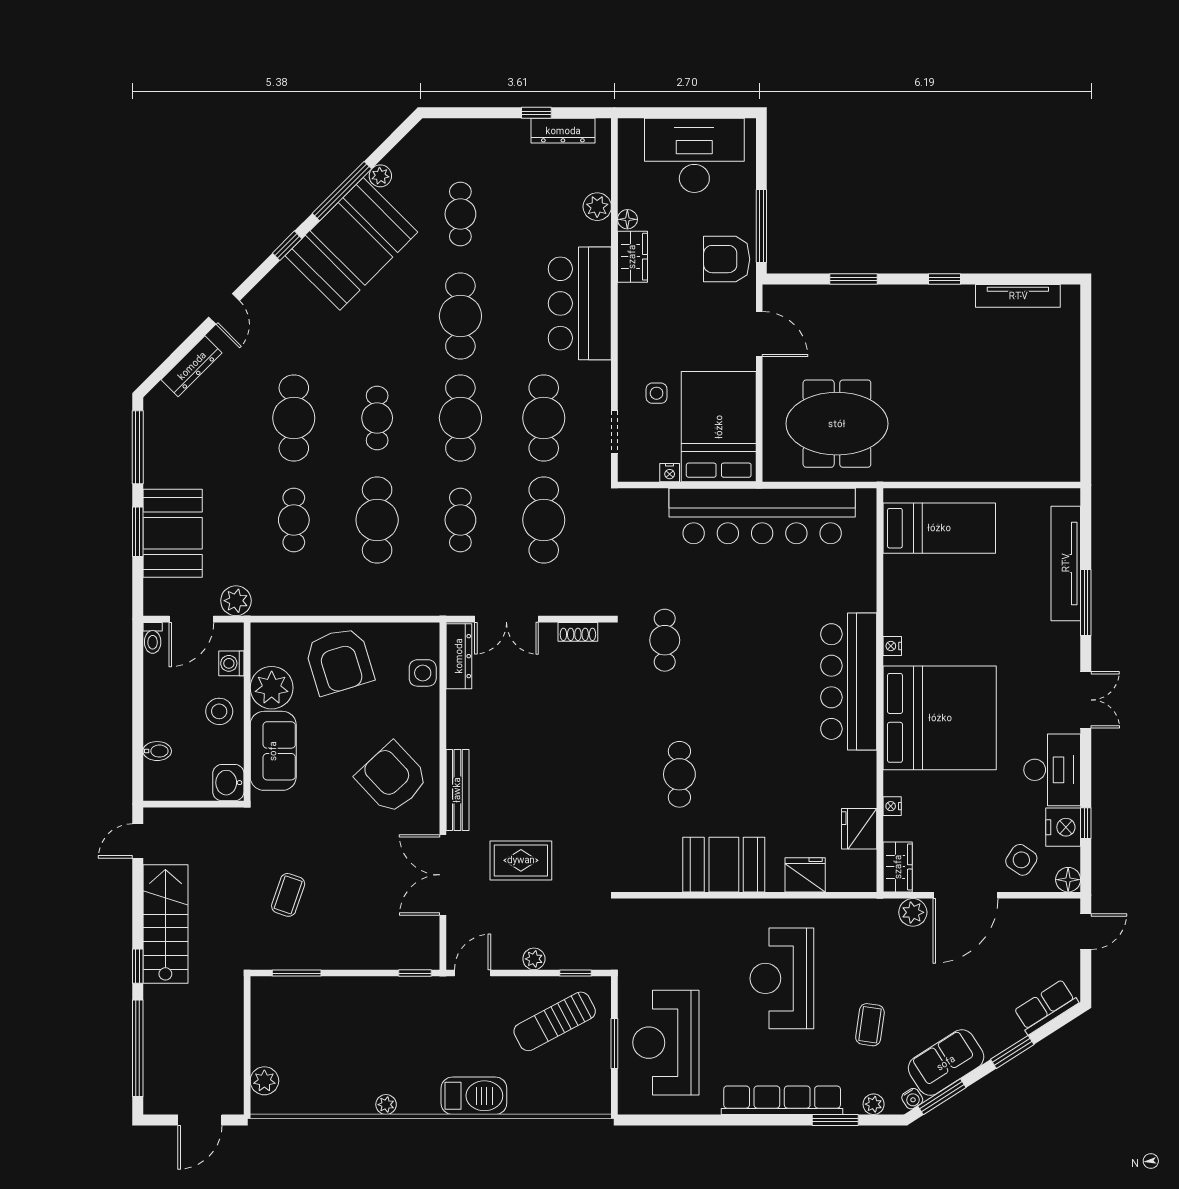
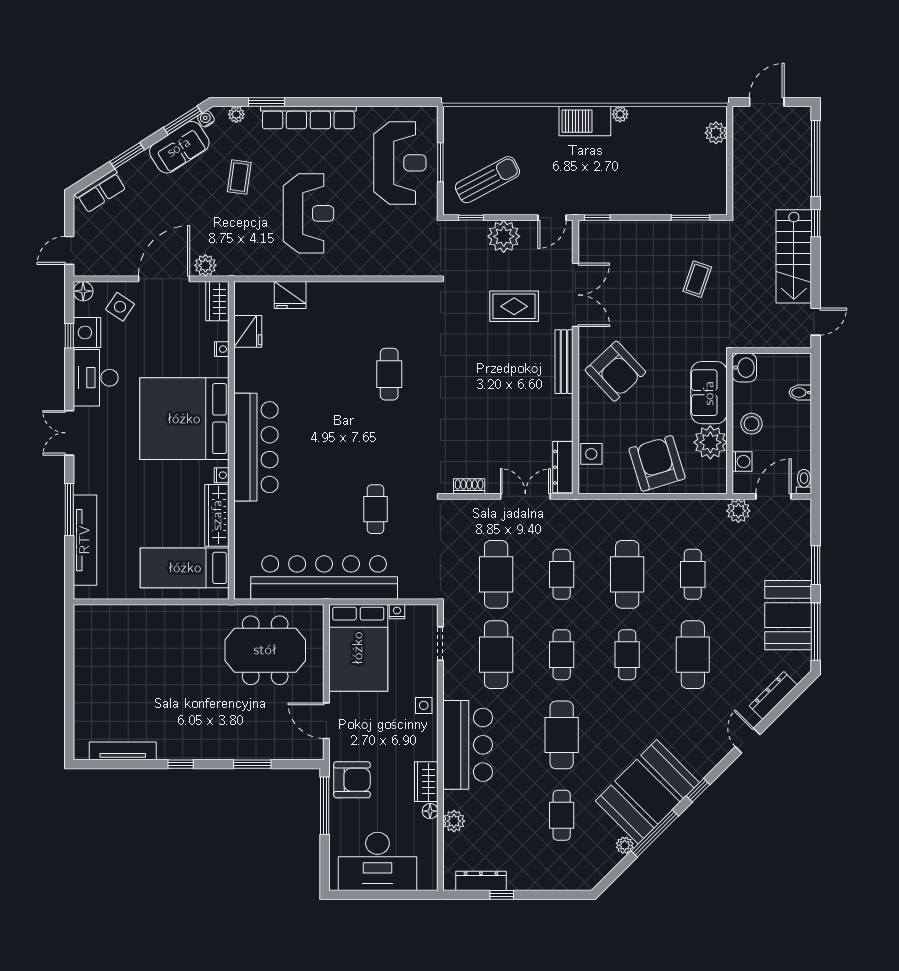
side table: (657, 393) -> (424, 705), moved
cafe table: (460, 418) -> (562, 655), width x0.73, depth x0.74
booth: (173, 533) -> (788, 615), moved
wardrobe: (898, 595) -> (217, 515), added
cafe table: (665, 640) -> (375, 509), moved
booth: (724, 865) -> (354, 303), removed
plant: (534, 959) -> (504, 236), width x1.87, depth x1.87
barbecue: (474, 1096) -> (585, 121), moved

